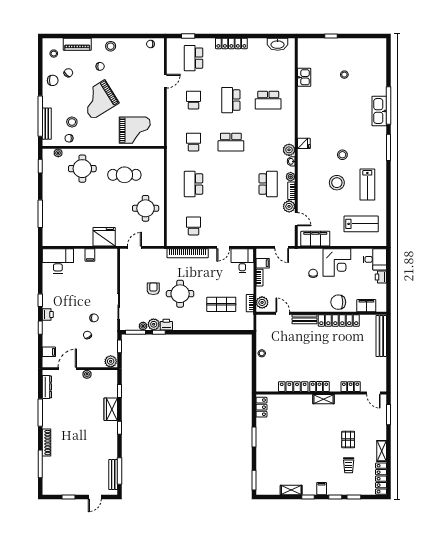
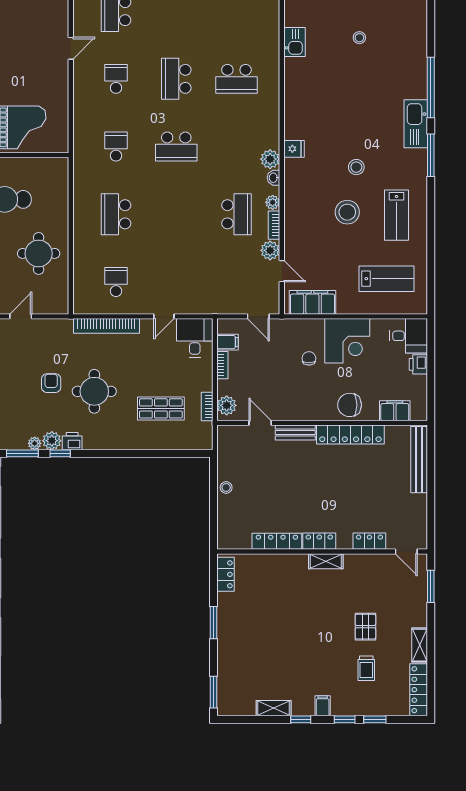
kitchen sink: (379, 111) -> (416, 124), moved

